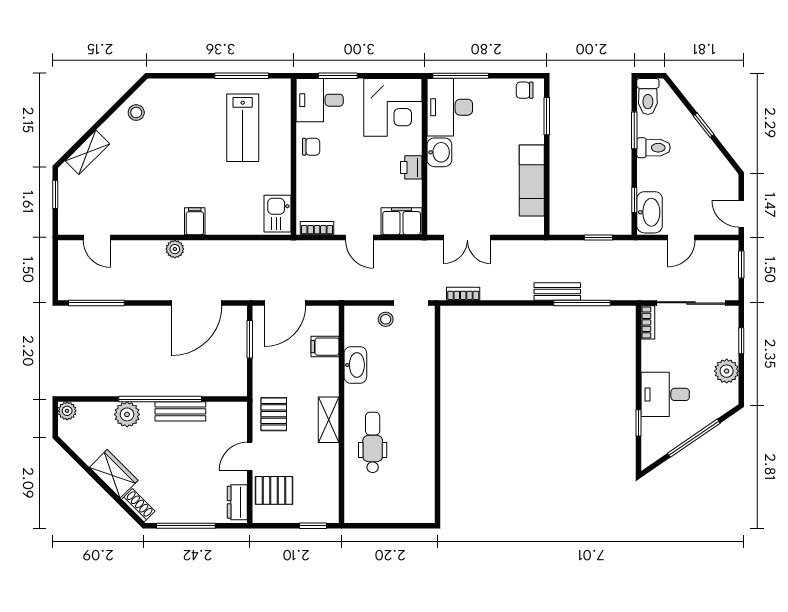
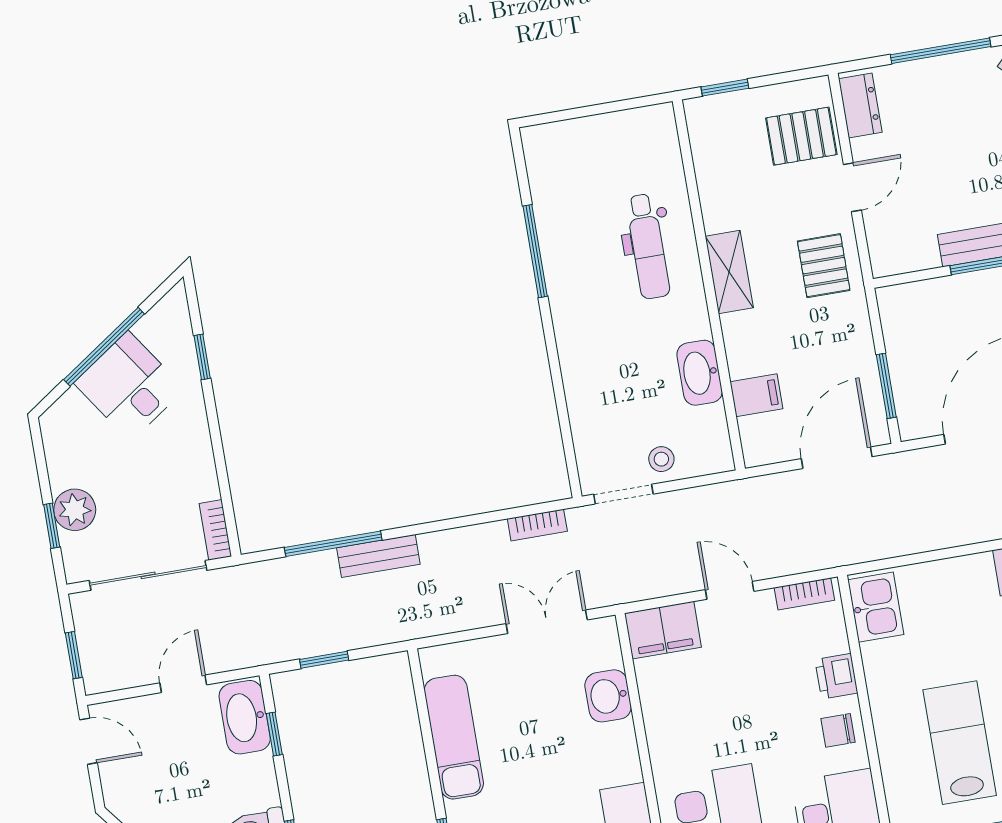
washbasin: (439, 152) -> (608, 696), moved
printer: (411, 167) -> (836, 676), moved, turned 180
plant: (727, 371) -> (75, 510), moved
desk: (665, 394) -> (129, 386), moved, turned -124
window: (438, 451) -> (535, 251), added

